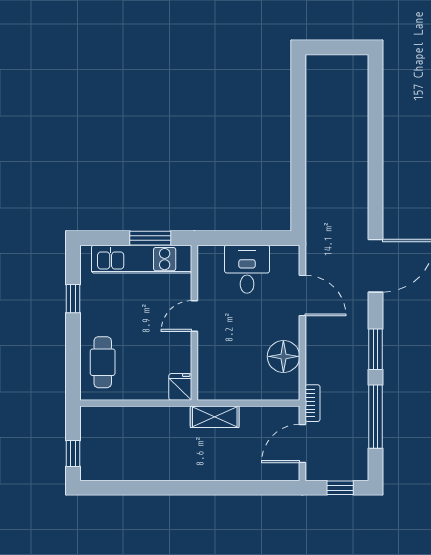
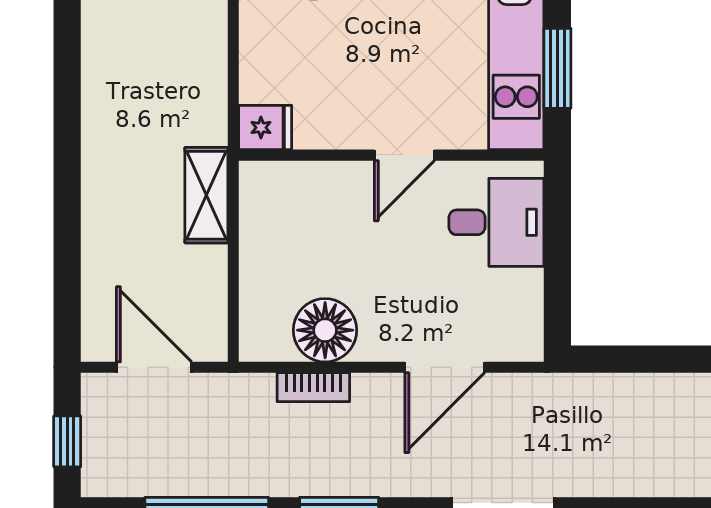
desk: (247, 269) -> (496, 222), moved
door: (194, 316) -> (404, 155), swing flipped
bookcase: (313, 403) -> (313, 387), moved

